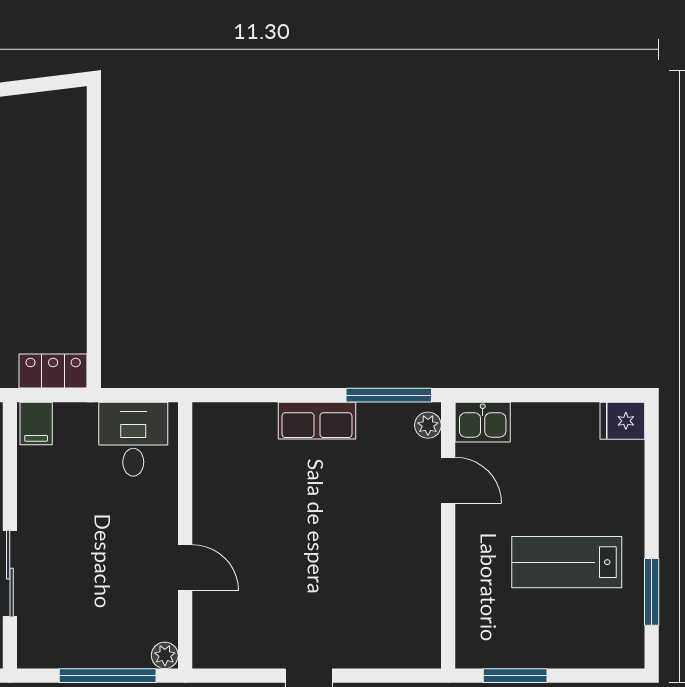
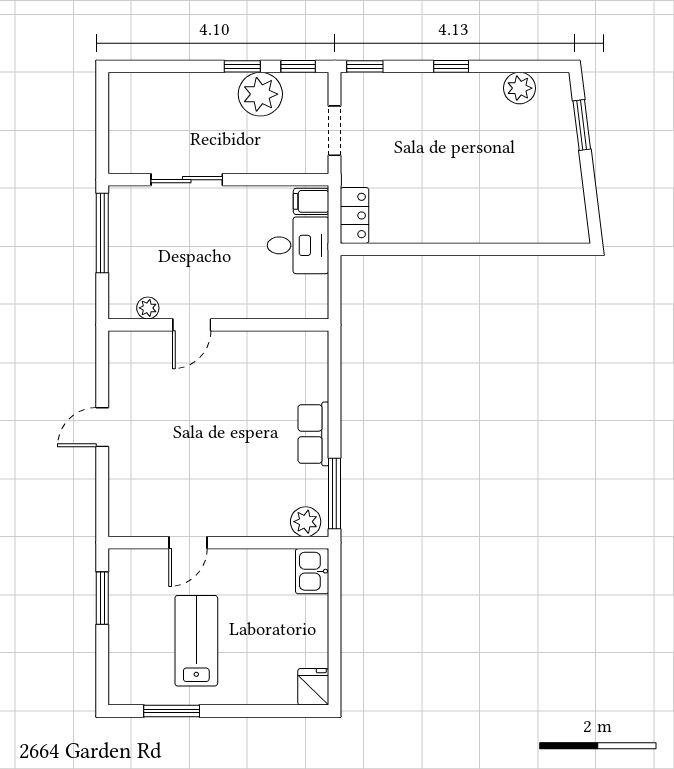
plant: (428, 425) -> (306, 522), width x1.38, depth x1.38
desk: (133, 439) -> (298, 245), moved
door: (448, 480) -> (188, 543), moved
plant: (165, 655) -> (148, 308), moved
window: (108, 676) -> (102, 233), moved

